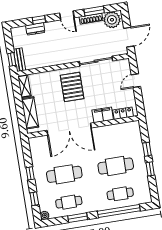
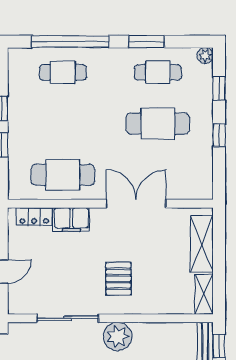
plant: (67, 56) -> (118, 336), added
pallet: (72, 87) -> (118, 279), width x0.67, depth x0.71
double door: (69, 129) -> (136, 204), width x0.73
cafe table: (116, 166) -> (63, 175), moved

